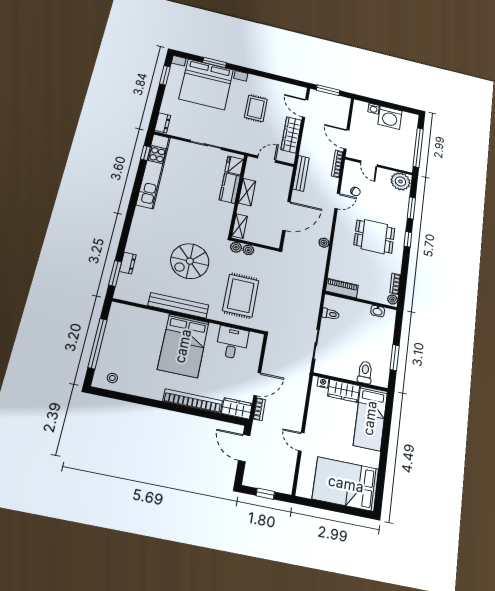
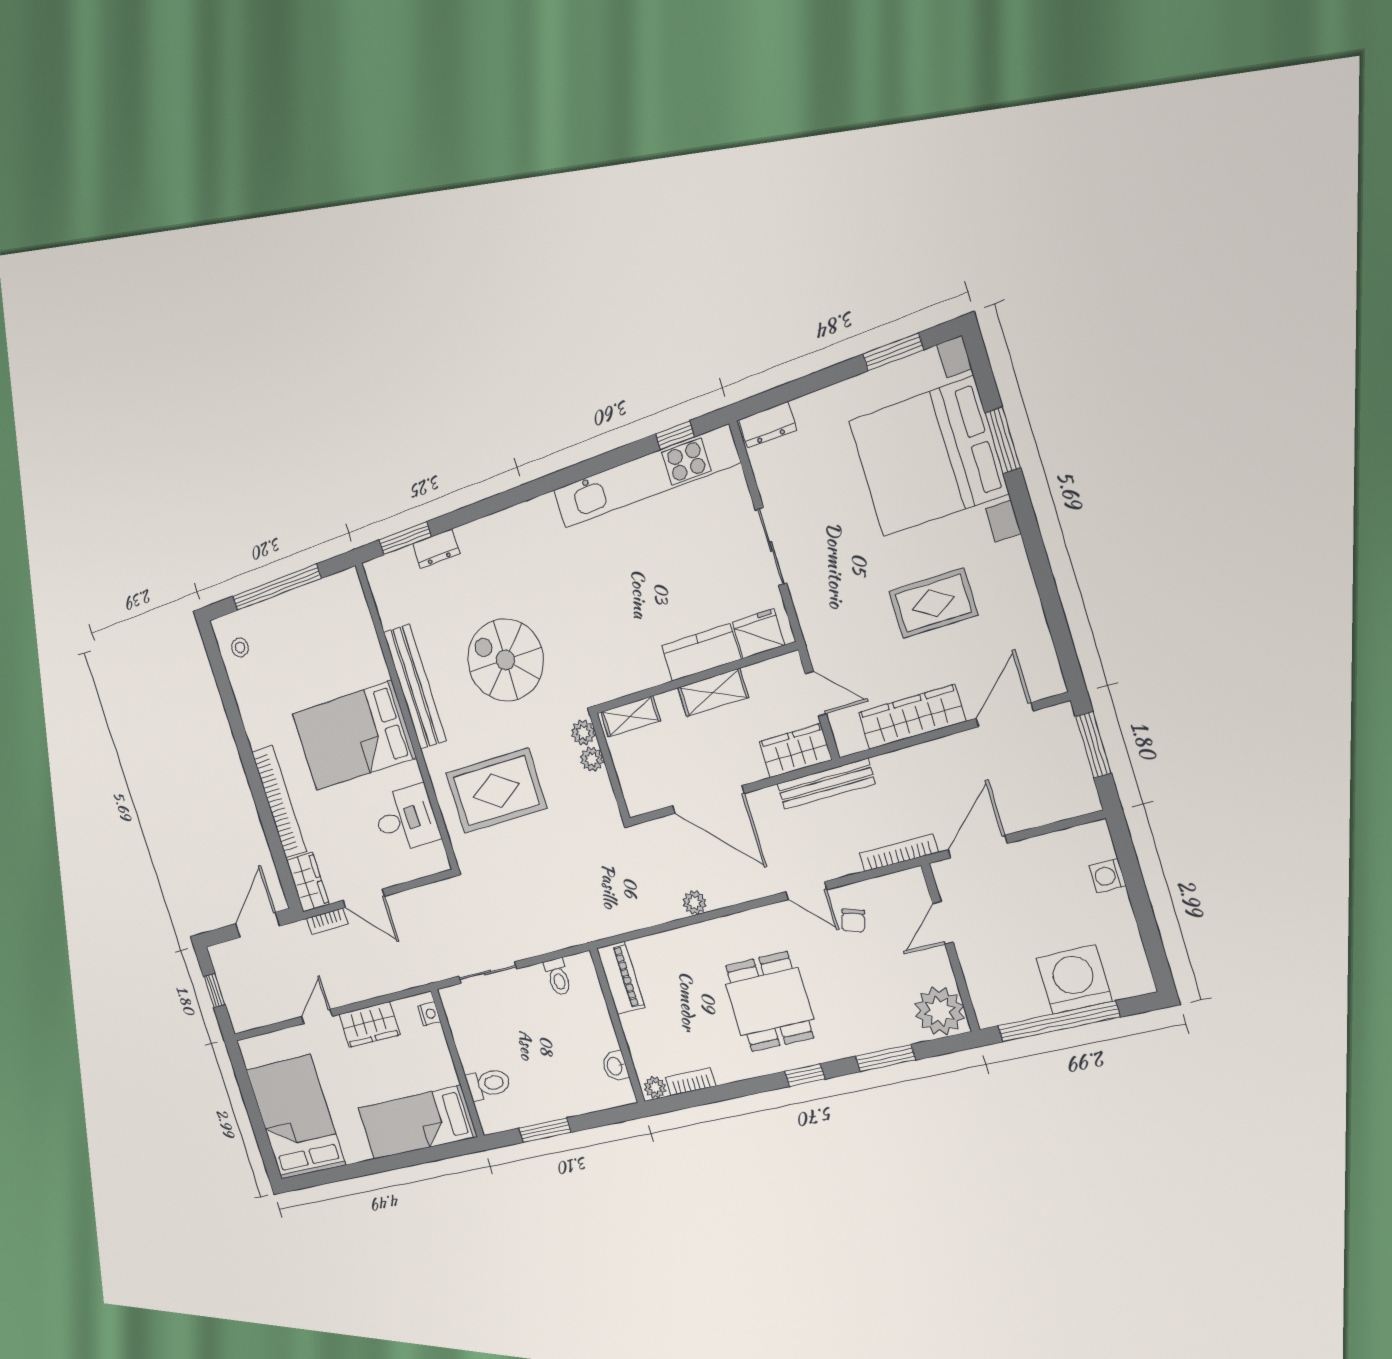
washing machine: (390, 118) -> (1074, 980), moved, turned 90
wardrobe: (284, 177) -> (795, 751), added
wardrobe: (344, 391) -> (369, 1025), moved, turned -90

